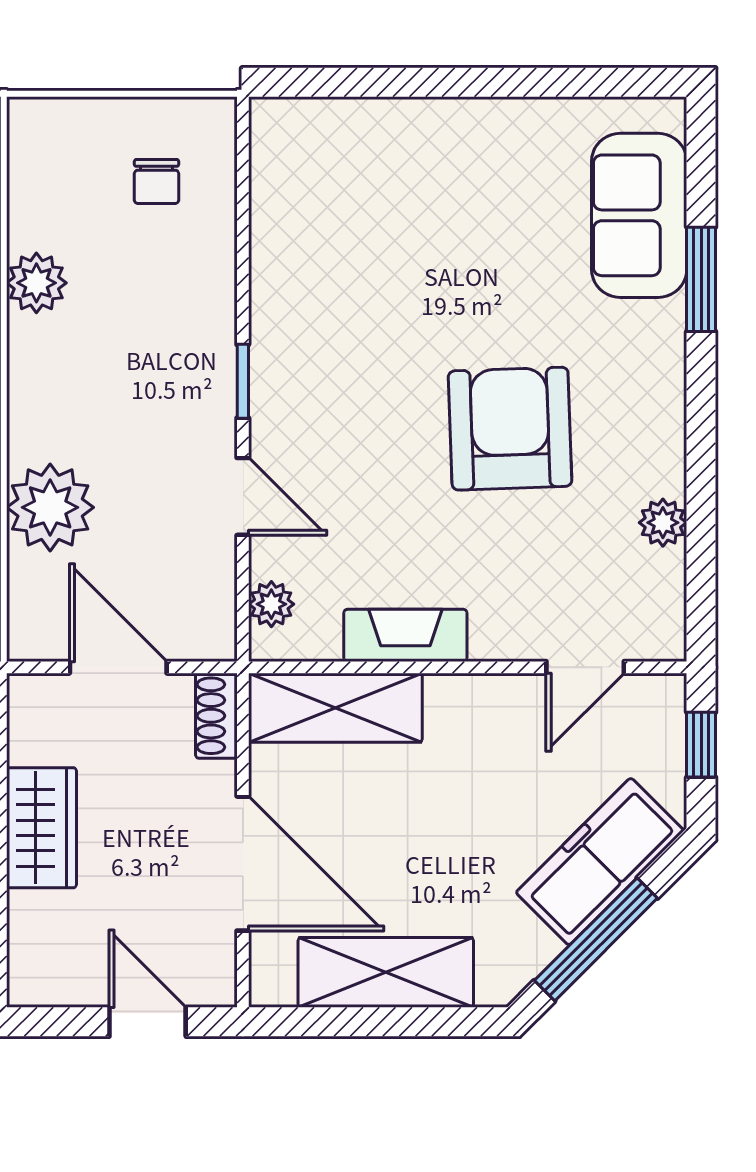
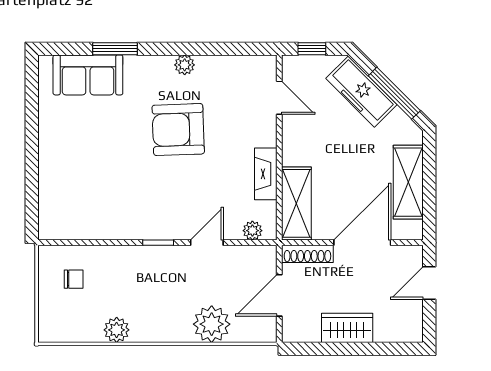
plant: (663, 523) -> (185, 65), moved
shoe rack: (216, 716) -> (307, 254), width x1.43

